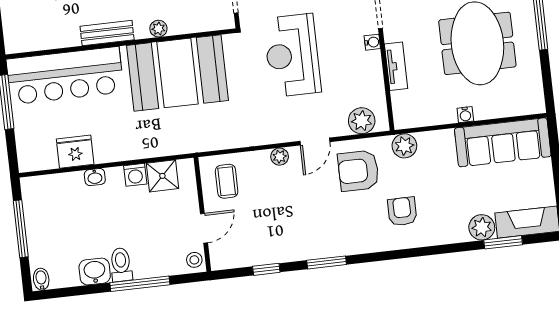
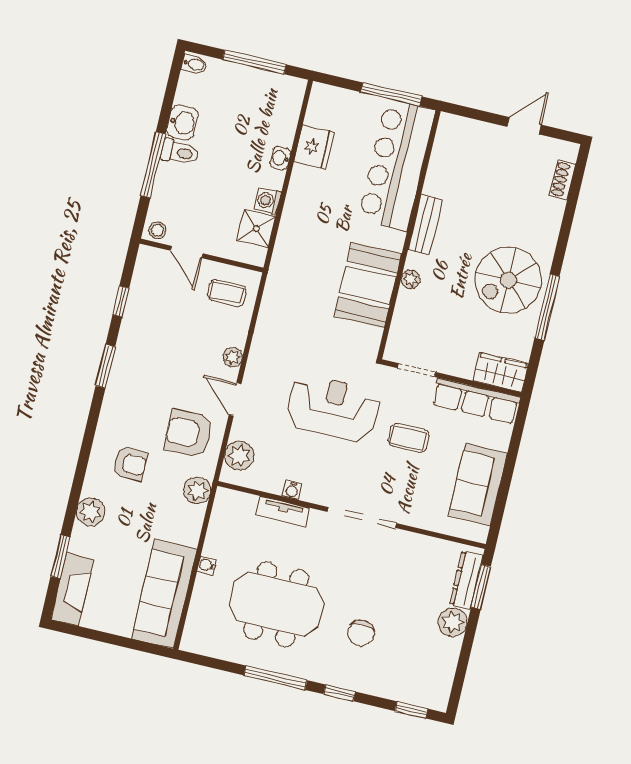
water cooler: (372, 42) -> (292, 490), moved
booth: (178, 73) -> (368, 285), width x0.73, depth x0.70
armchair: (358, 171) -> (189, 434), turned -90
plant: (482, 227) -> (91, 512), moved

